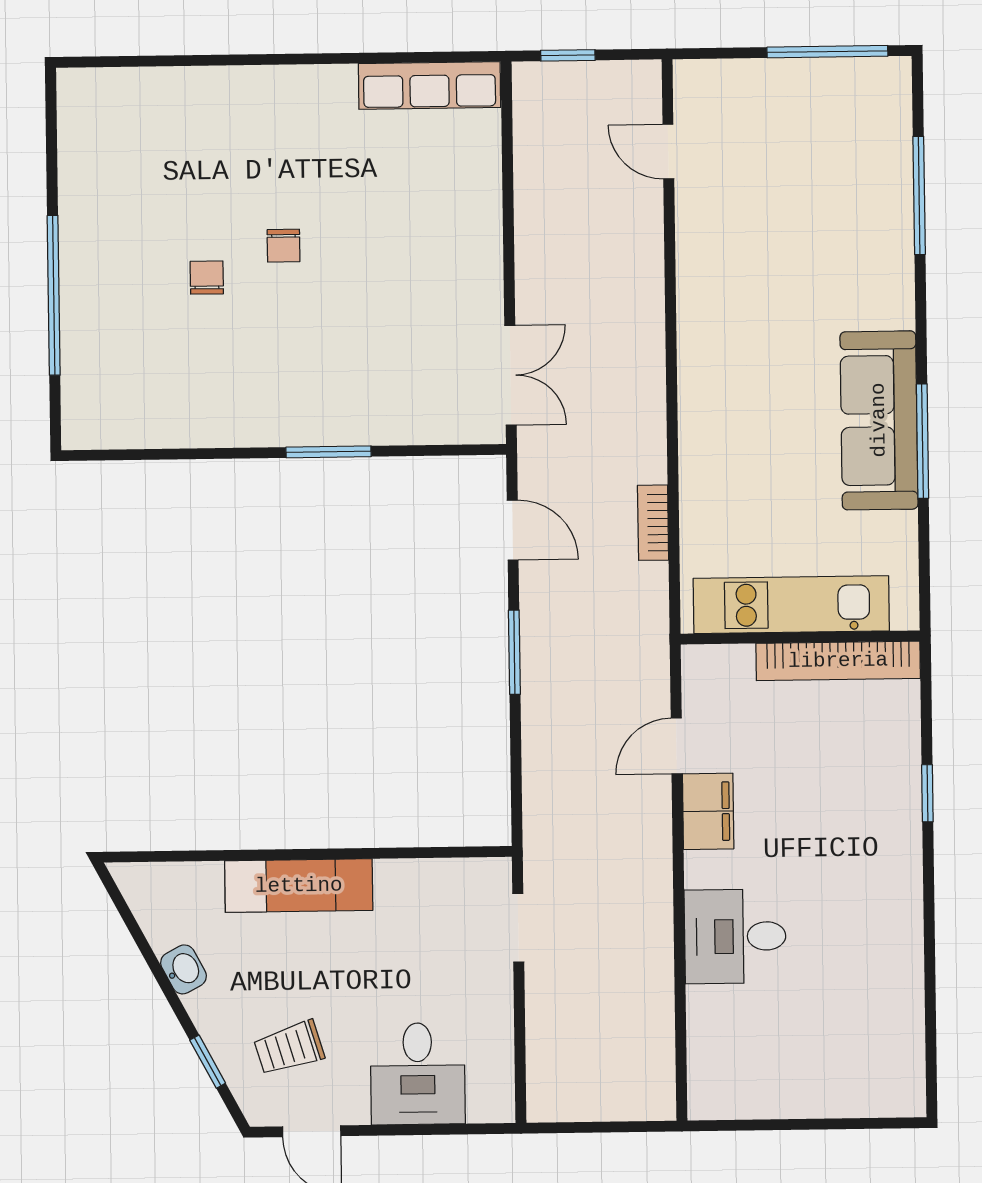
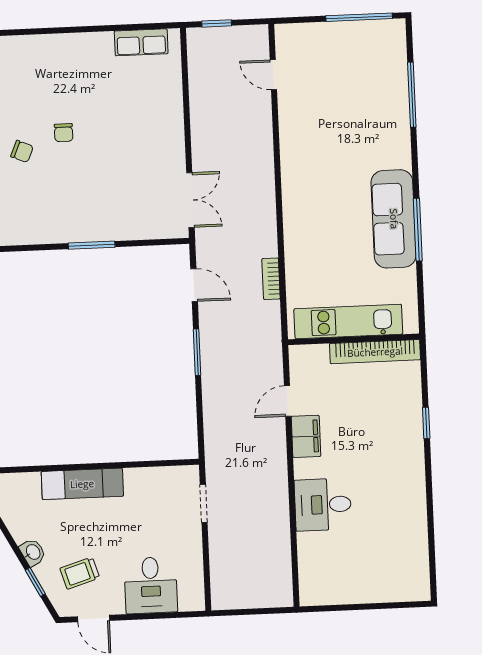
row of seats: (430, 86) -> (141, 42), width x0.68
chair: (207, 278) -> (22, 151), turned 113
washbasin: (183, 969) -> (33, 552), moved

